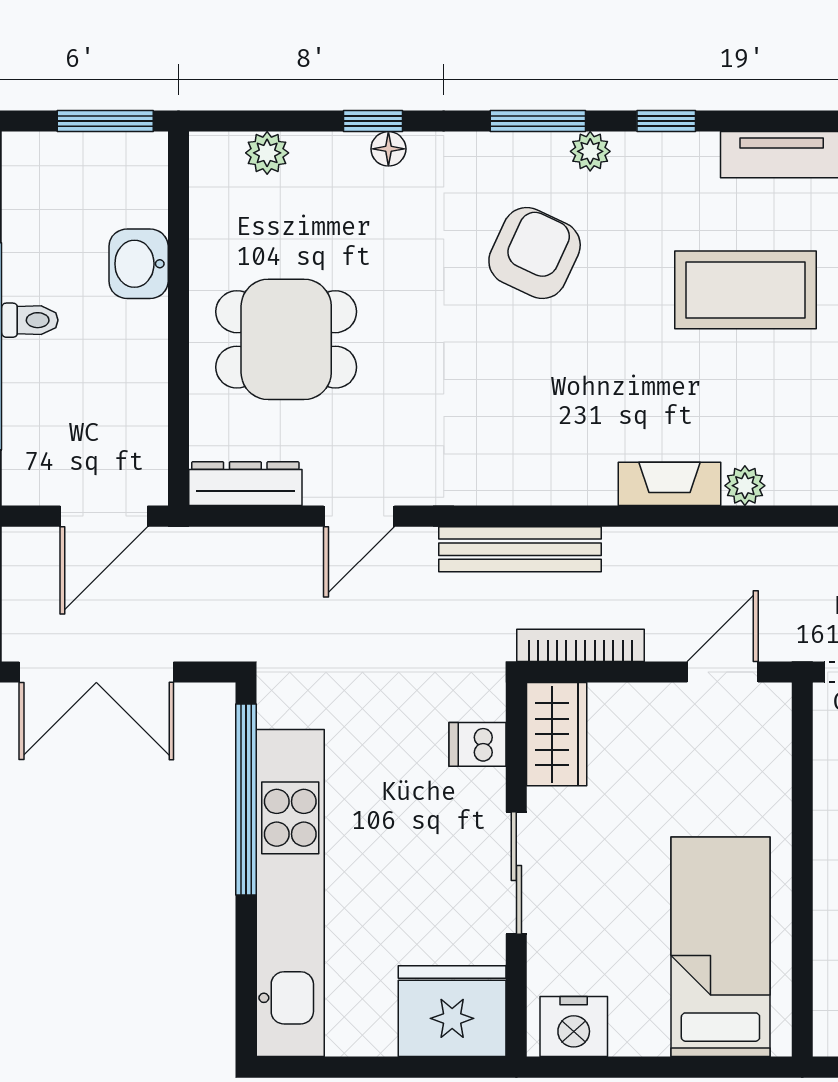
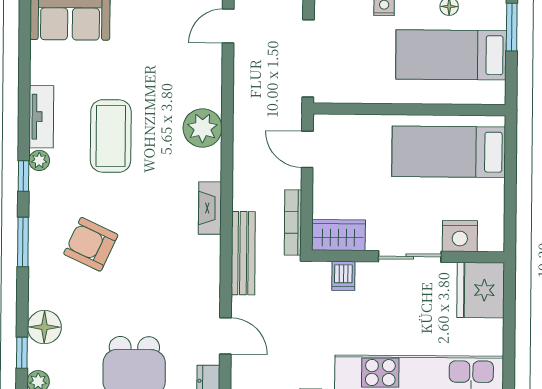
window: (373, 121) -> (22, 353), moved
floor lamp: (388, 149) -> (44, 327), width x1.89, depth x1.89
plant: (590, 151) -> (39, 160), moved
fireplace: (670, 484) -> (210, 208), moved
plant: (745, 486) -> (203, 128), width x1.88, depth x1.88
nightstand: (574, 1027) -> (460, 236), moved, turned 90

